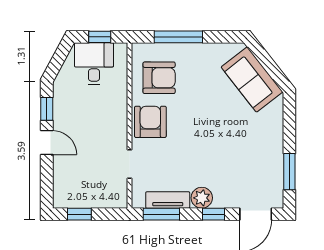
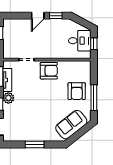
window: (178, 37) -> (94, 98), moved
armchair: (159, 78) -> (77, 91), moved
window: (289, 172) -> (35, 145), moved

